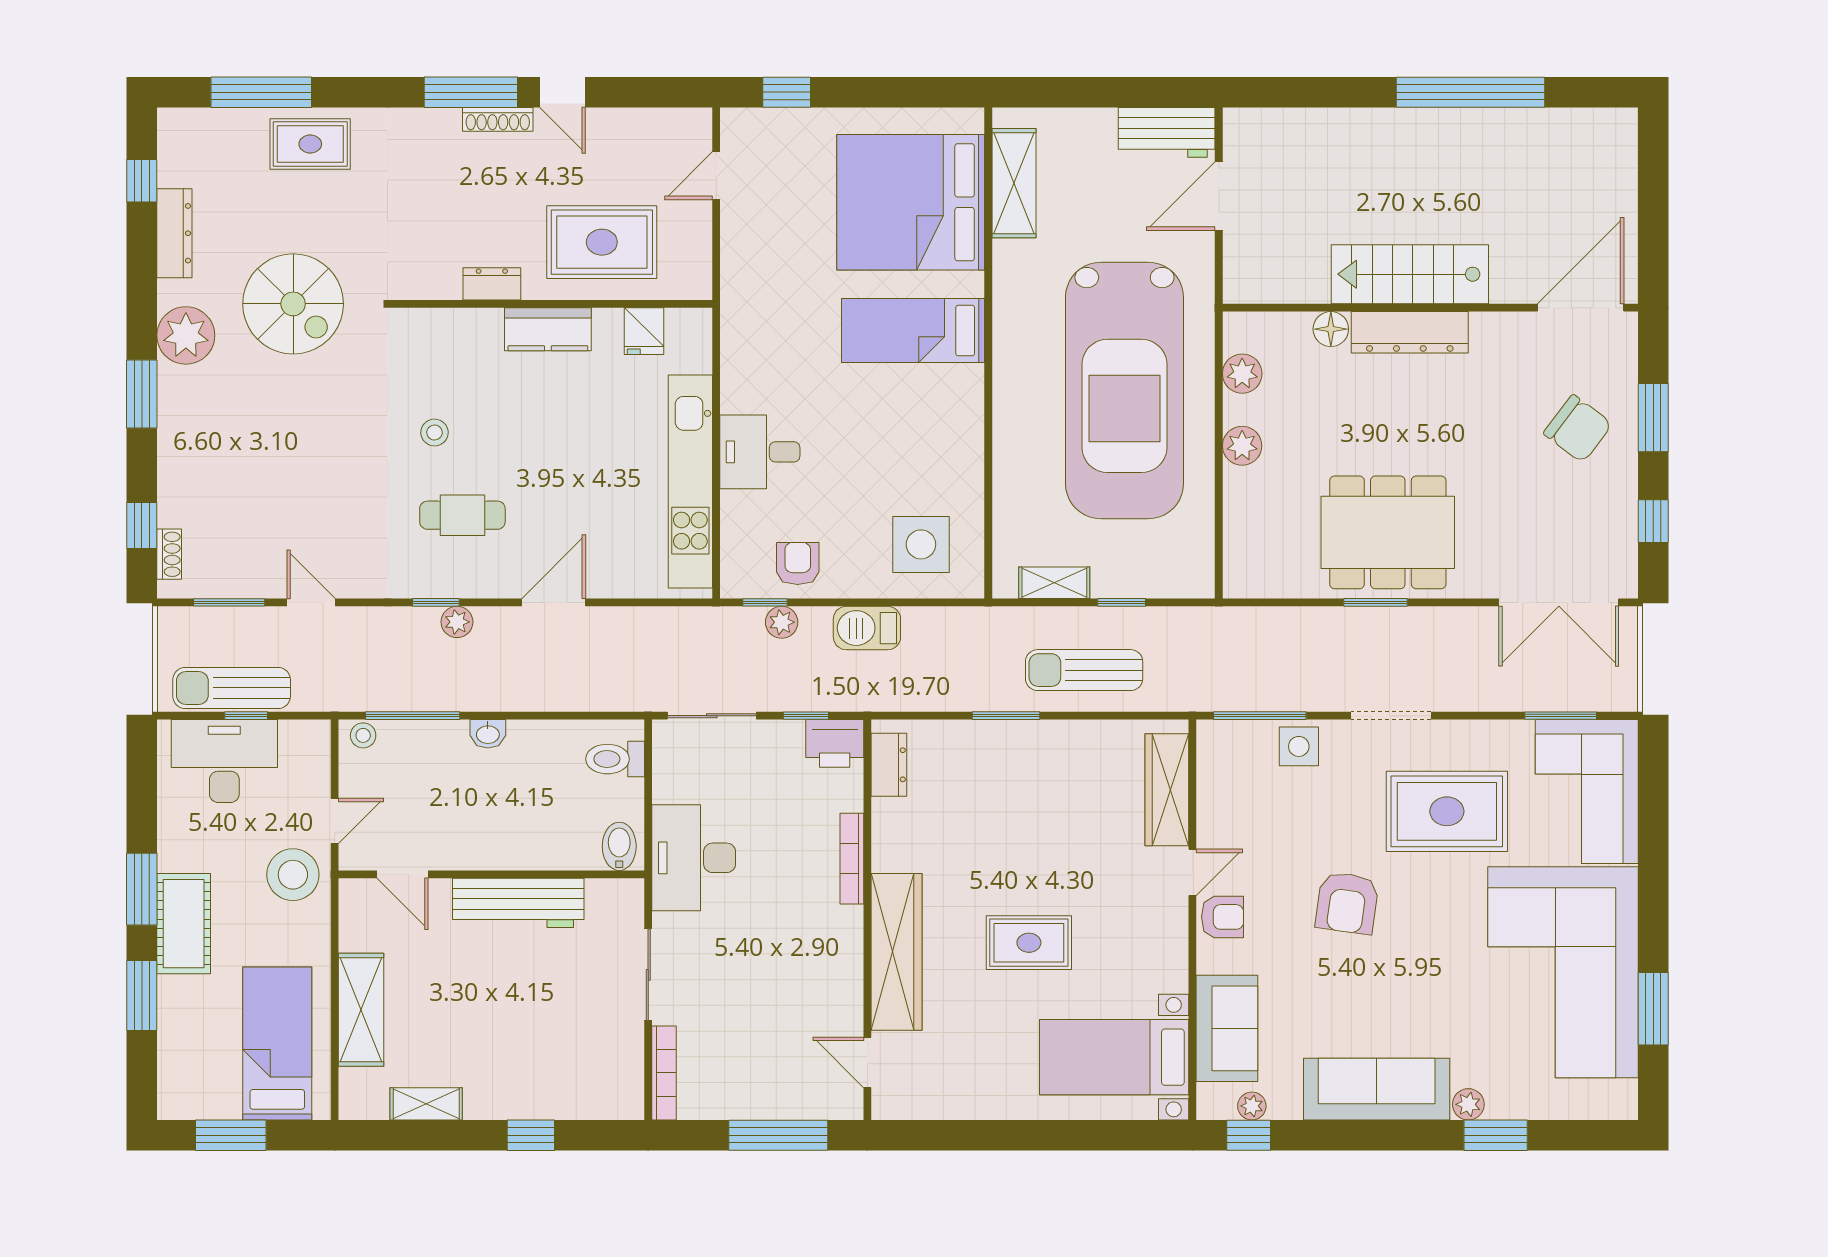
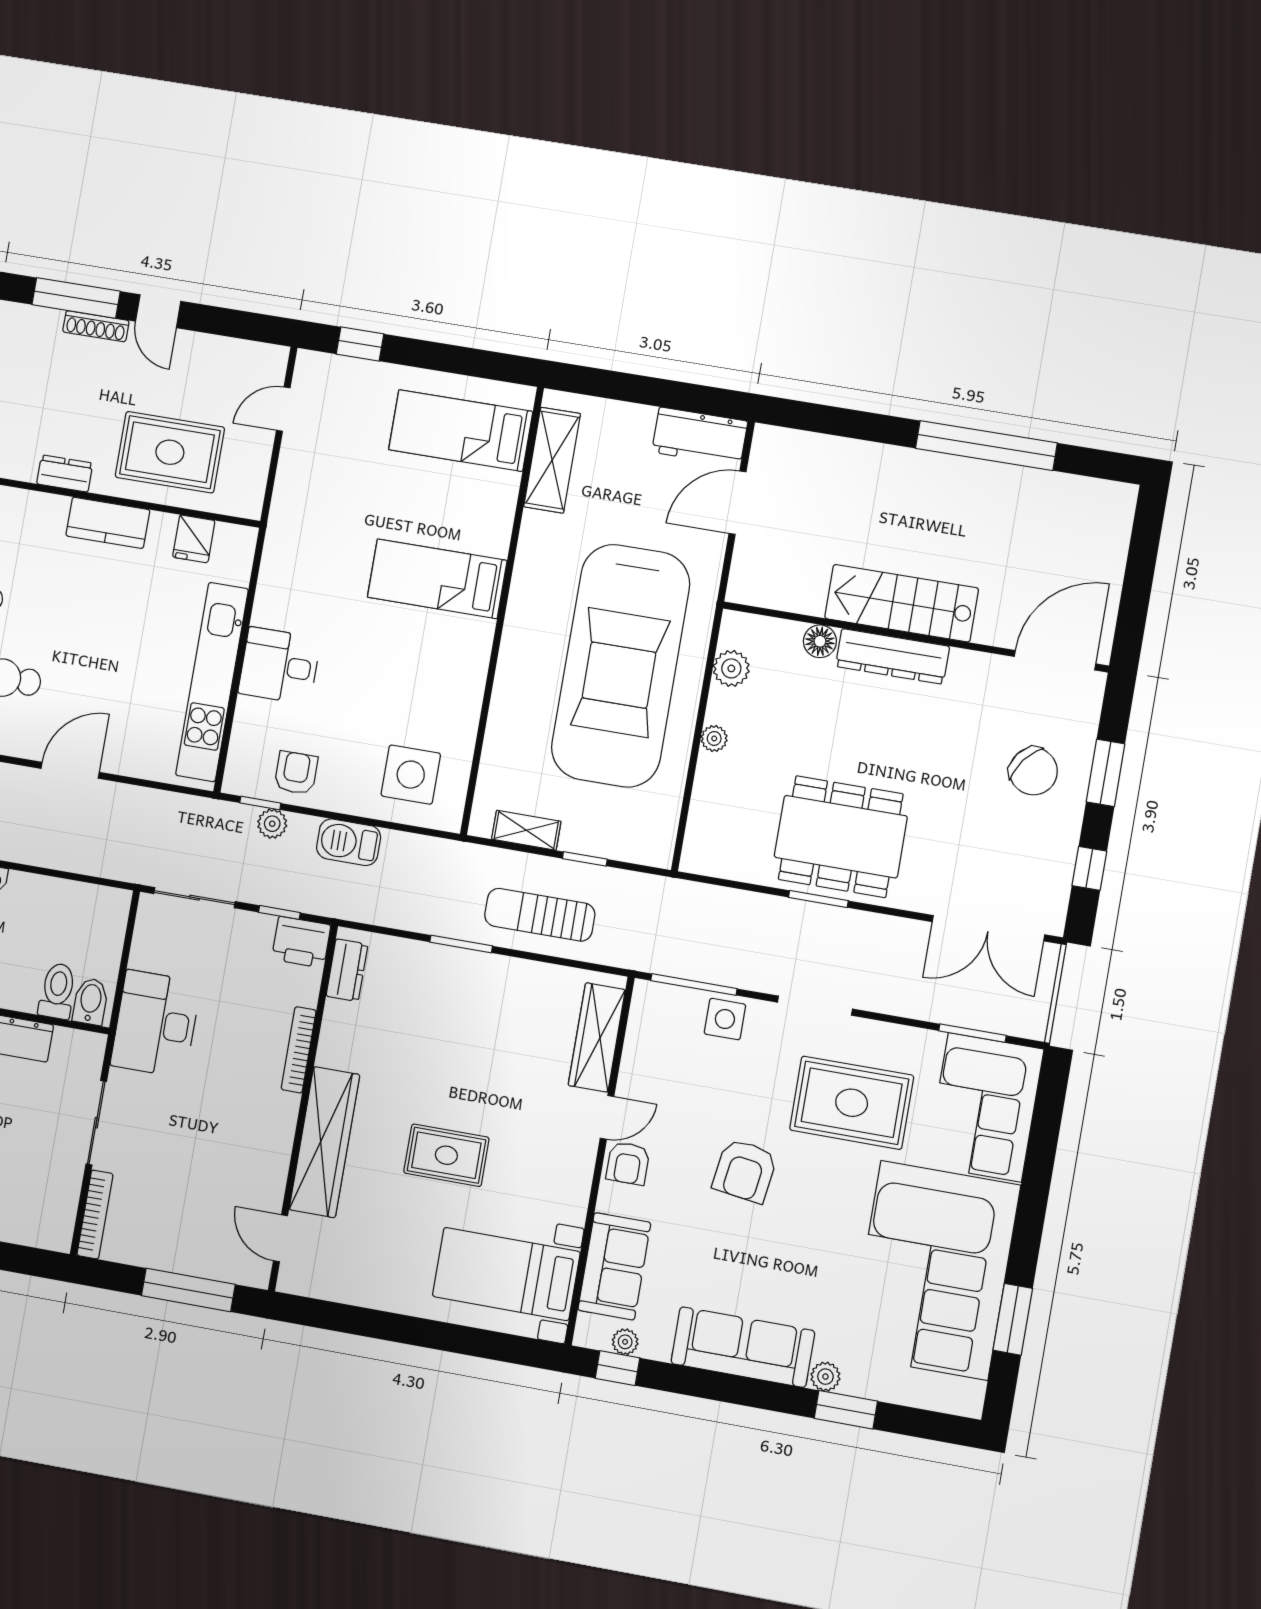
bed: (911, 202) -> (461, 431), width x0.49
plant: (1242, 446) -> (714, 738), width x0.73, depth x0.73
toilet: (615, 759) -> (57, 991), moved, turned 90
armchair: (1223, 917) -> (628, 1163), turned 90

